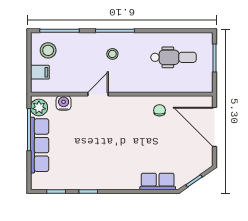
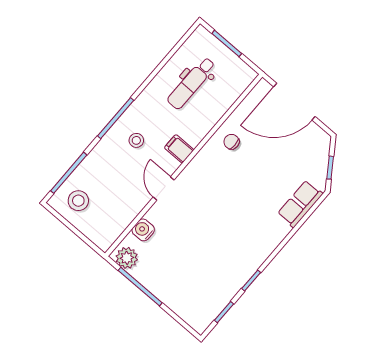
dental chair: (174, 57) -> (191, 83), turned 180
filing cabinet: (40, 72) -> (179, 149), moved, turned -90
row of seats: (40, 145) -> (164, 289), removed

